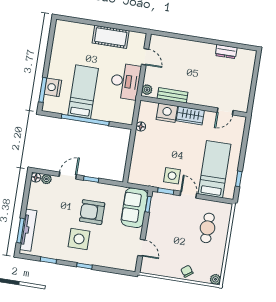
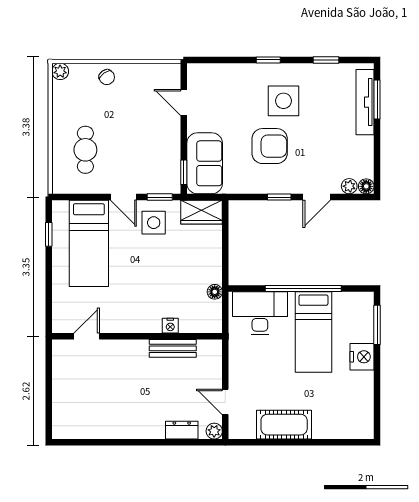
dresser: (226, 52) -> (182, 430), moved
desk: (125, 81) -> (260, 313), moved, turned 90
nightstand: (53, 87) -> (362, 357), moved
plant: (147, 90) -> (214, 431), moved
nightstand: (167, 113) -> (170, 326), width x0.53, depth x0.56
wardrobe: (190, 116) -> (202, 212), moved, turned 180

